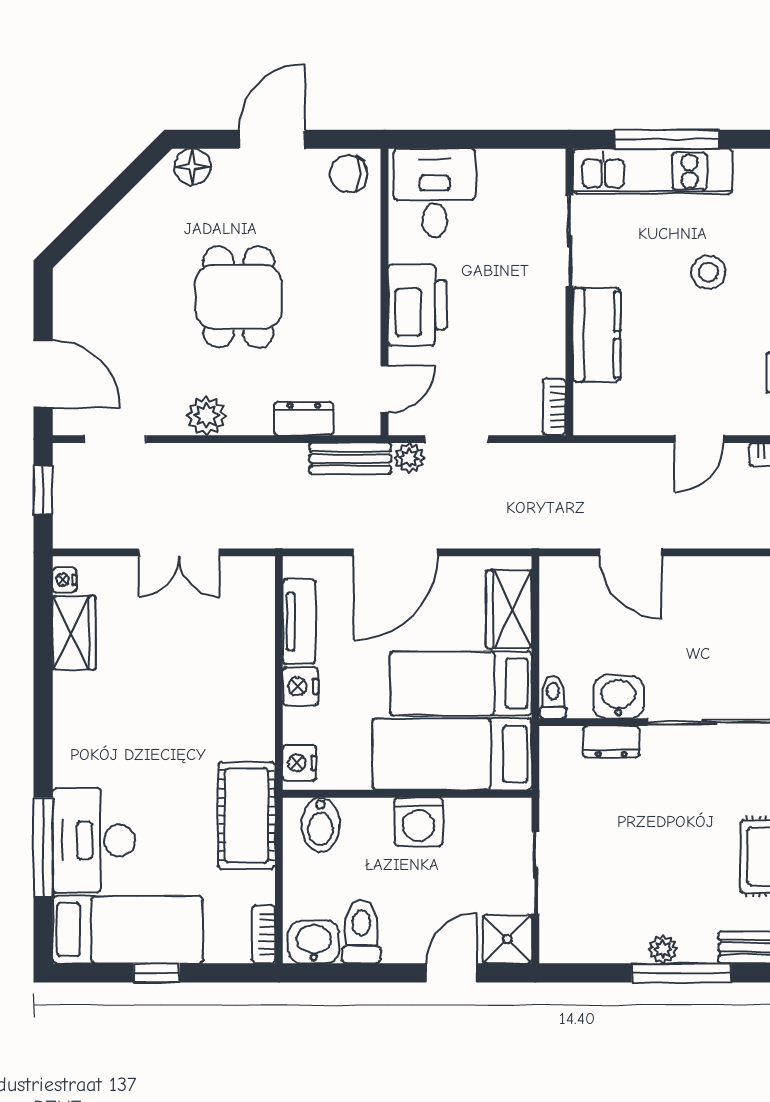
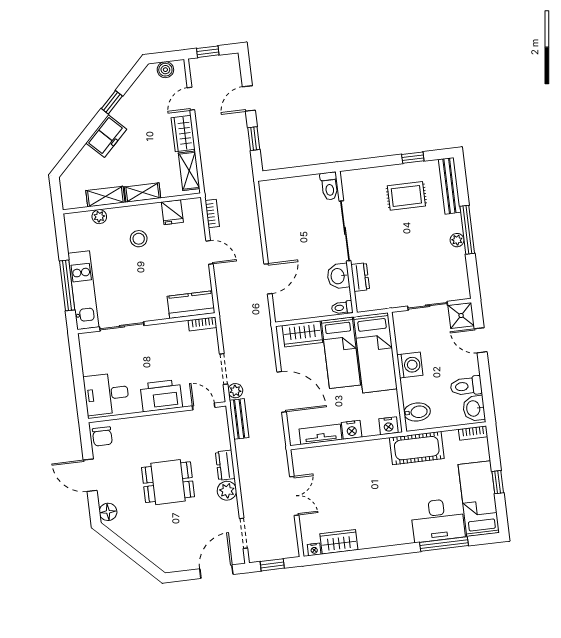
stool: (708, 272) -> (139, 239), moved
kitchen counter: (597, 335) -> (191, 305), moved
dresser: (304, 419) -> (225, 465), moved

